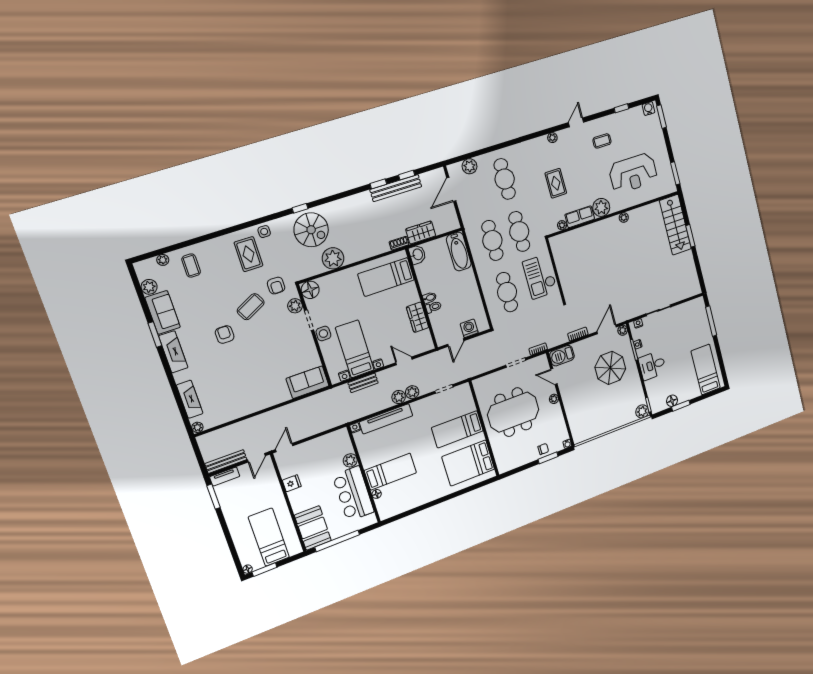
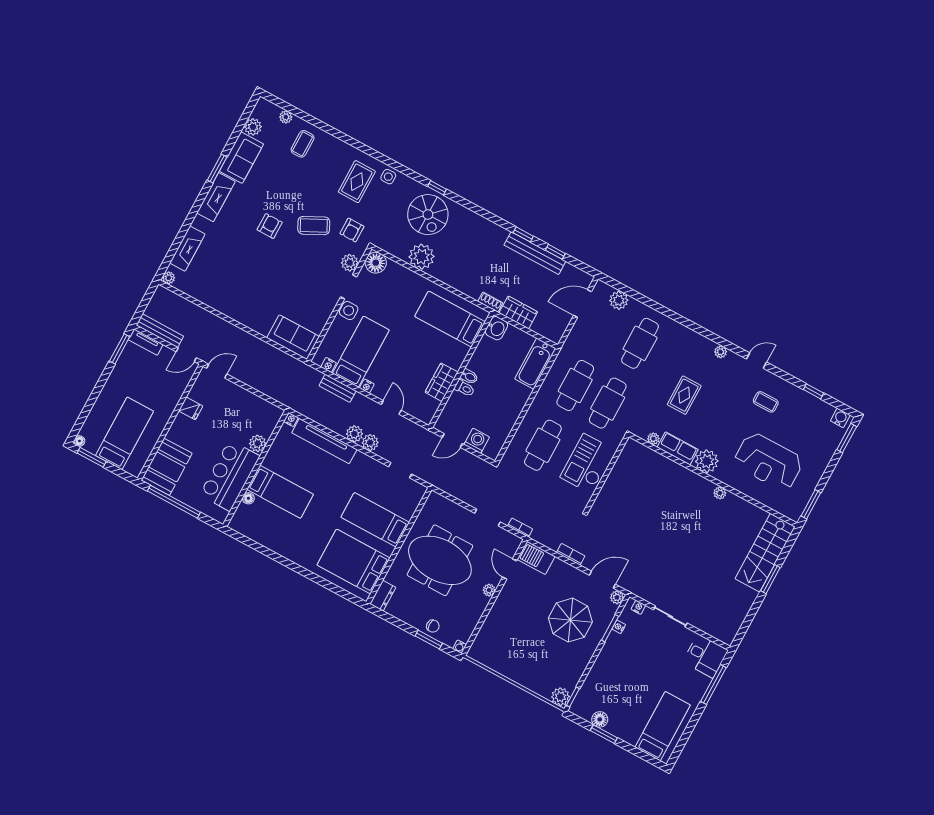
desk: (652, 365) -> (705, 656), moved, turned 180
dresser: (502, 463) -> (383, 596), added

